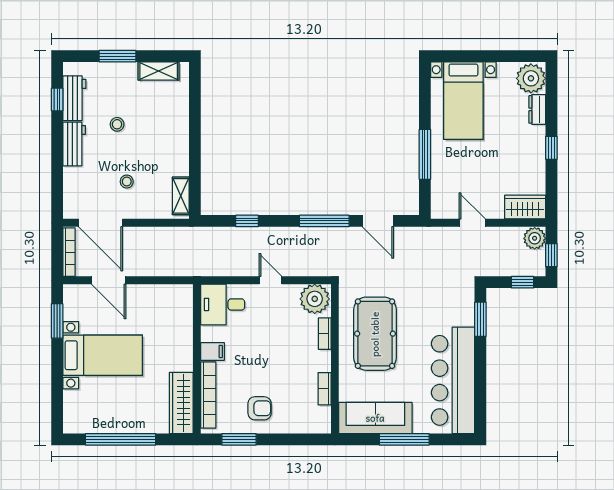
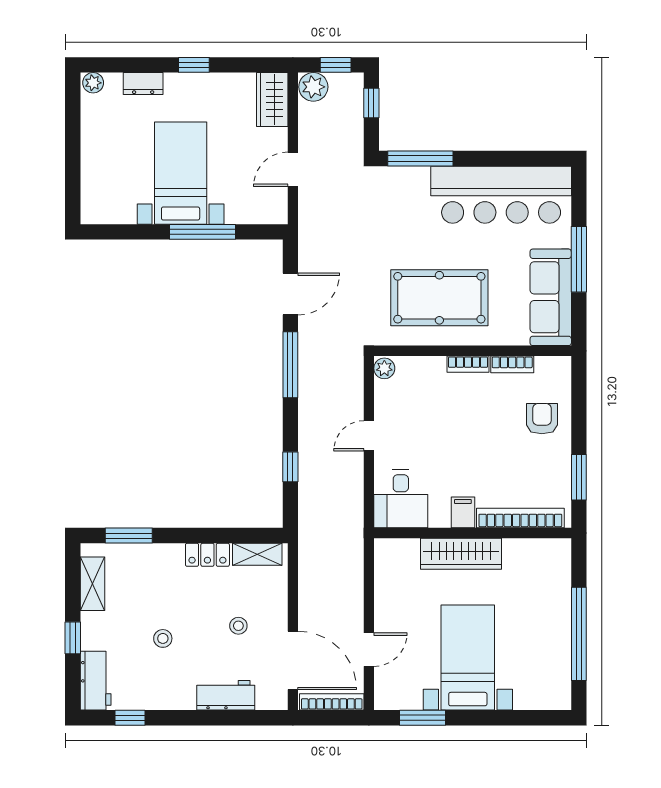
window: (118, 56) -> (73, 638), width x0.67
plant: (531, 78) -> (93, 83), width x0.53, depth x0.53
workbench: (74, 98) -> (96, 681), moved, turned 90
window: (195, 98) -> (129, 536), added
bed with nightstands: (463, 101) -> (181, 173), moved, turned -90
workbench: (74, 144) -> (226, 695), moved
locker: (180, 158) -> (207, 555), added
door: (100, 223) -> (293, 660), hinge flipped
door: (109, 280) -> (369, 650), width x0.73
plant: (315, 299) -> (384, 368), width x0.53, depth x0.53
window: (480, 319) -> (420, 158), width x1.44
bookcase: (325, 334) -> (468, 364), moved
wardrobe: (181, 403) -> (461, 554), moved
armchair: (260, 408) -> (542, 419), moved

